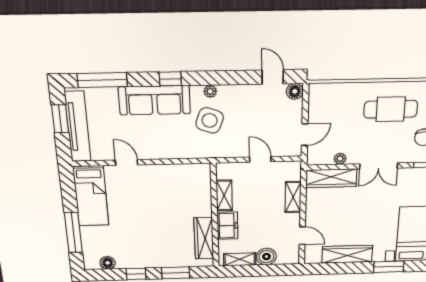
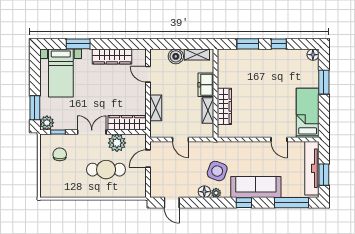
floor lamp: (295, 91) -> (204, 192), moved
cafe table: (391, 109) -> (106, 170), moved
plant: (340, 159) -> (117, 143), width x1.87, depth x1.87
window: (73, 233) -> (324, 82), width x0.69
wardrobe: (204, 238) -> (224, 106), moved
floor lamp: (108, 263) -> (313, 55), moved

